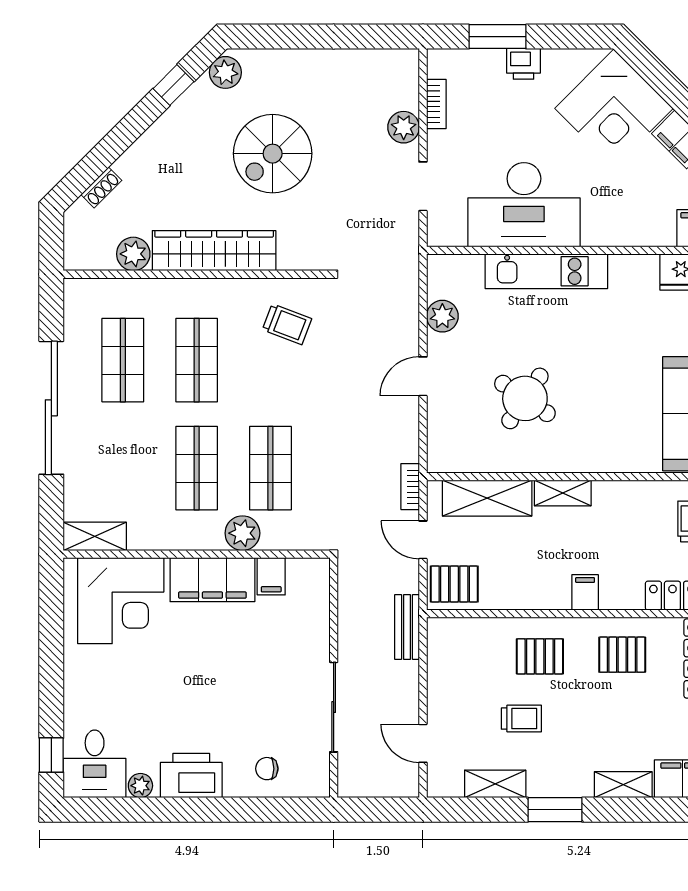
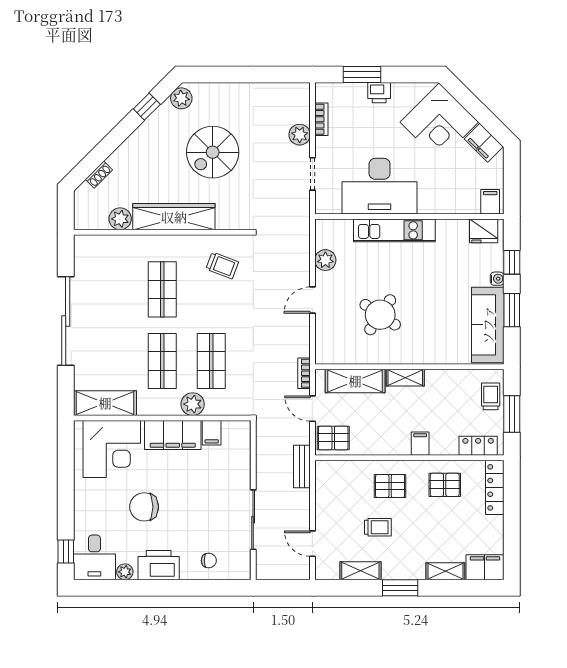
shop shelf: (123, 360) -> (113, 289), removed
shelving: (95, 536) -> (105, 403), width x1.50, depth x1.33
chair: (169, 688) -> (144, 507), added
chair: (267, 769) -> (209, 560), turned 180

